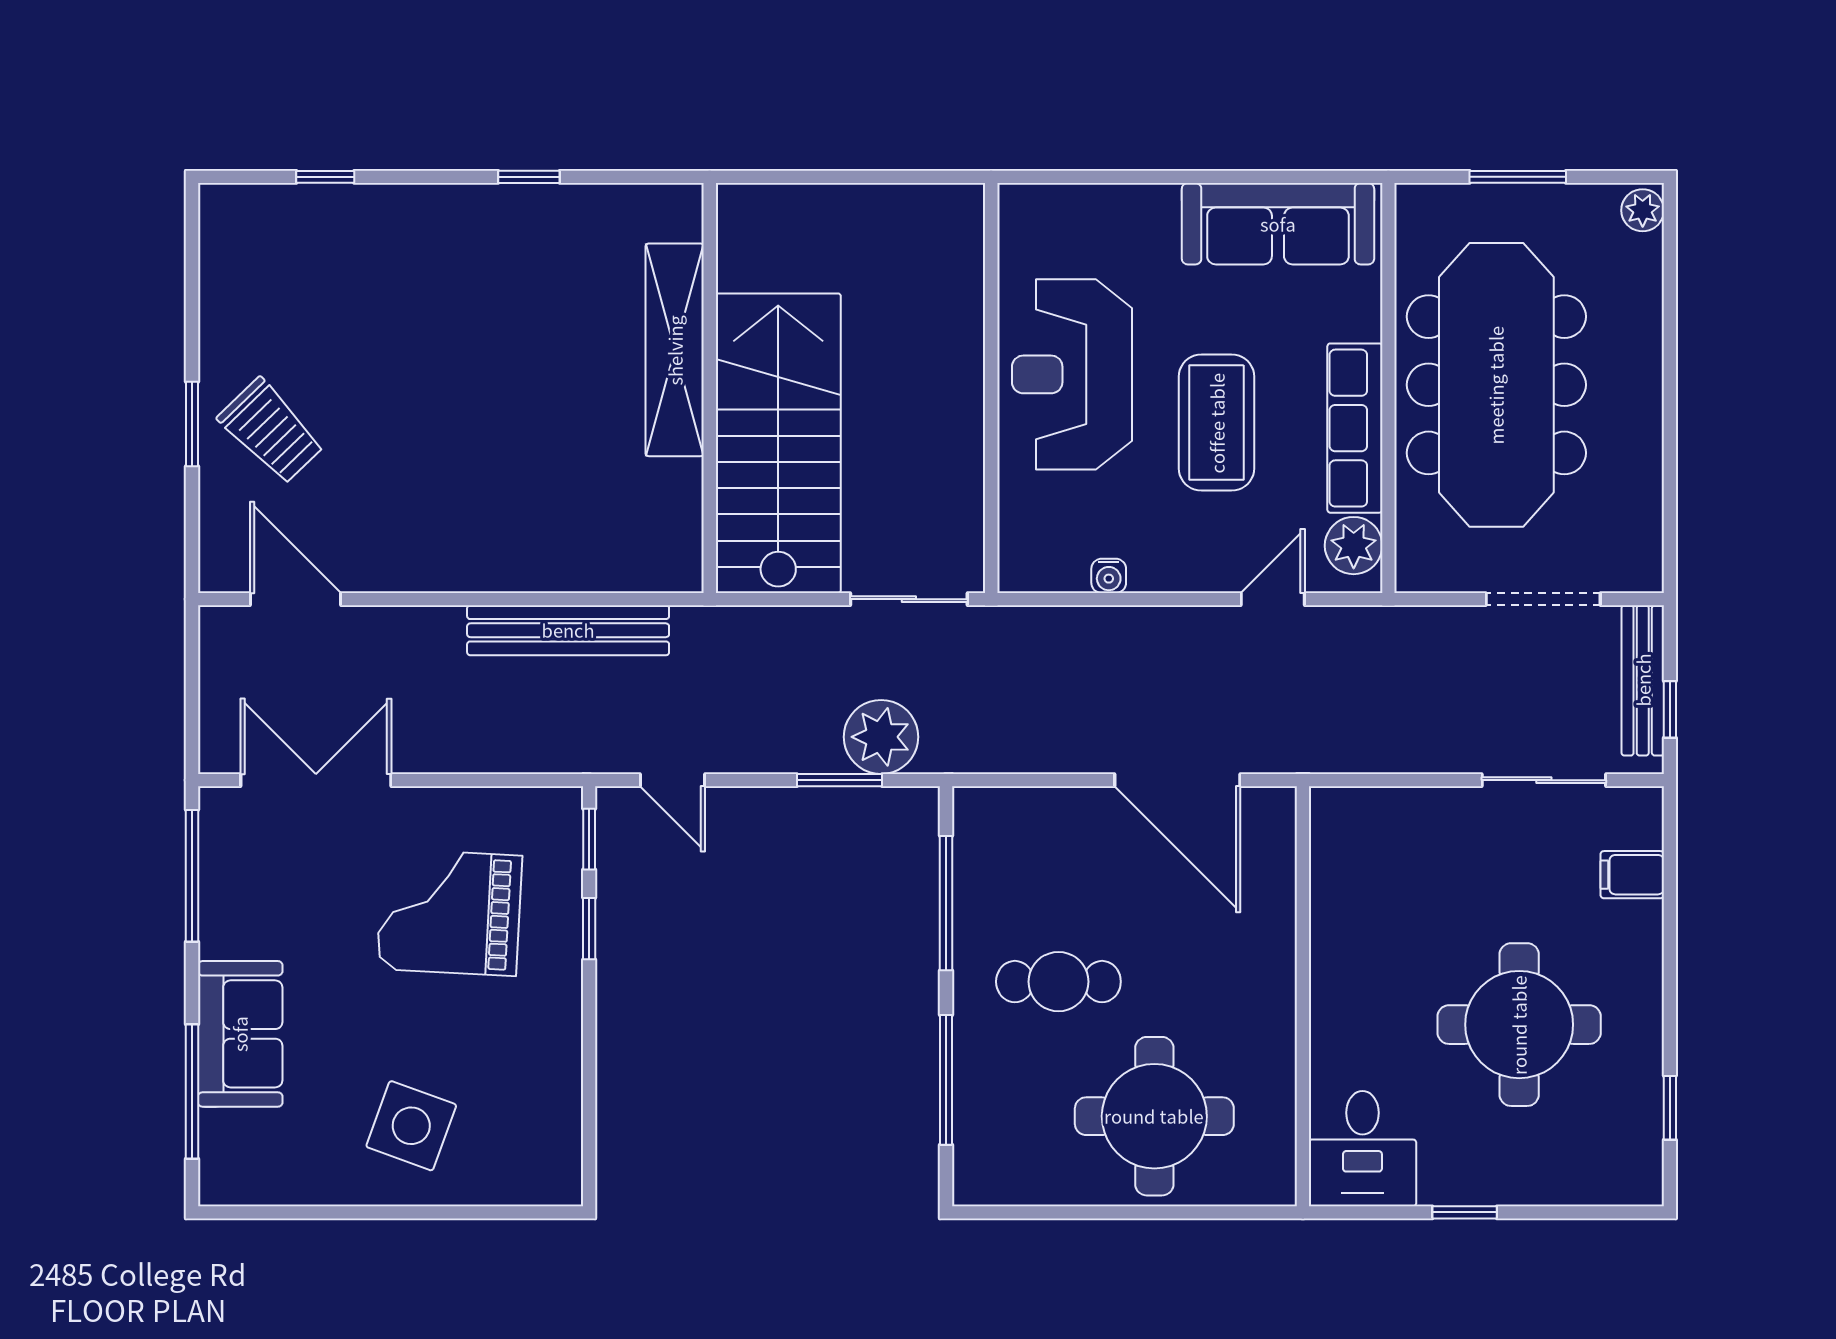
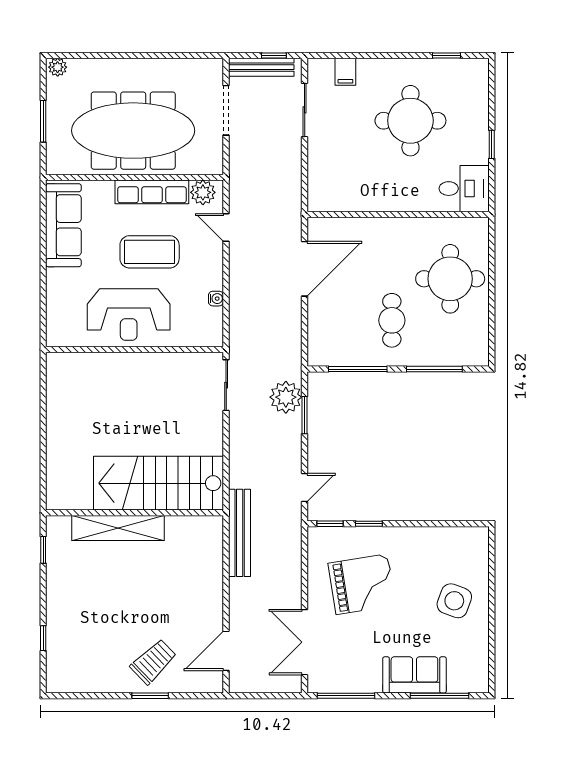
shelving: (675, 350) -> (118, 528), moved
wall: (710, 388) -> (135, 513), moved
stairs: (778, 443) -> (159, 483), moved
grand piano: (449, 912) -> (362, 584), turned -102

